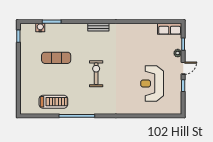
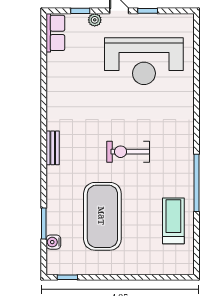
exercise mat: (56, 58) -> (102, 216), width x2.00, depth x1.45
reception desk: (152, 83) -> (144, 61), width x1.36, depth x1.30

